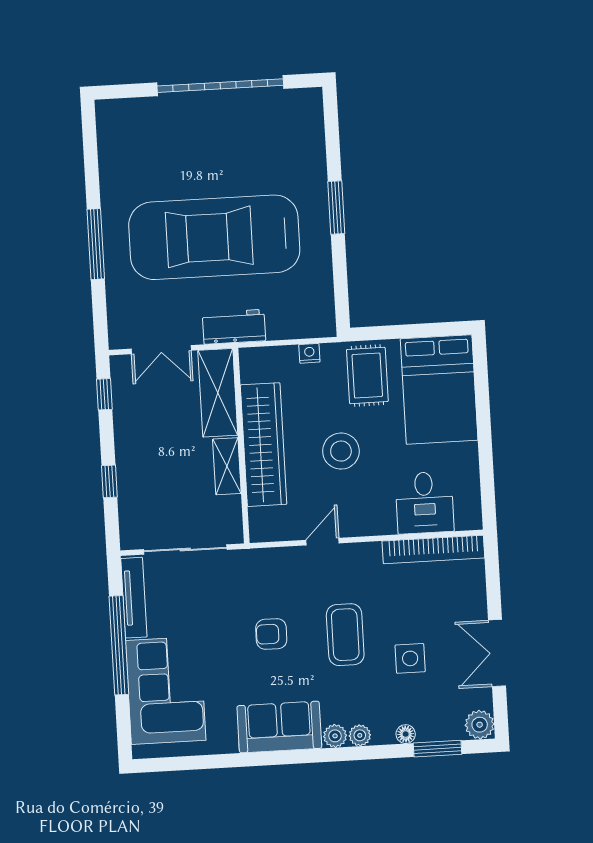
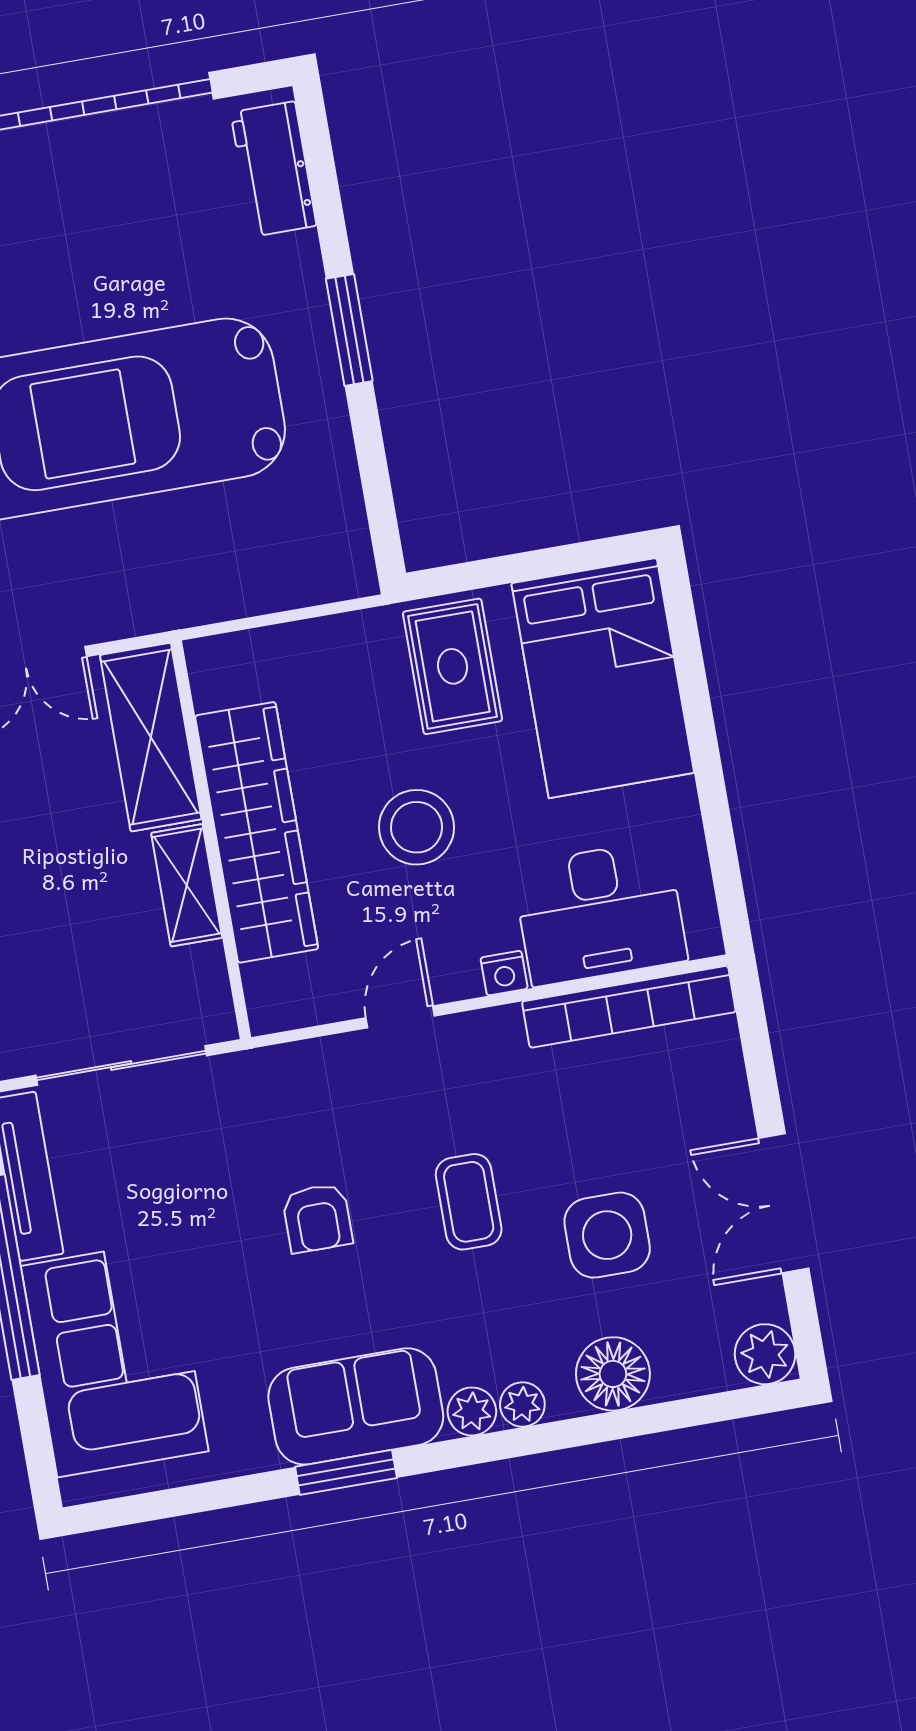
workbench: (234, 327) -> (274, 169), moved, turned -90
nightstand: (309, 353) -> (504, 973), moved, turned 180
desk: (425, 503) -> (600, 913), width x1.37
armchair: (271, 634) -> (317, 1218), turned -90
coffee table: (345, 635) -> (469, 1202), width x0.73, depth x0.77
side table: (410, 658) -> (607, 1235), width x1.37, depth x1.37
floor lamp: (406, 734) -> (613, 1374), width x1.89, depth x1.89
window: (437, 749) -> (346, 1472), moved

